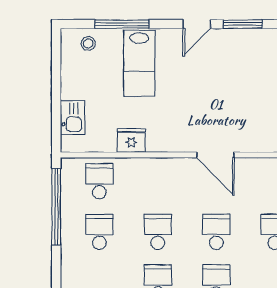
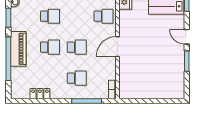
school desk: (158, 232) -> (104, 16), moved

